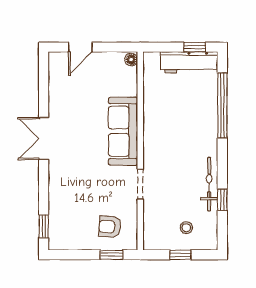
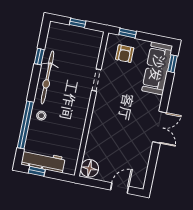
floor lamp: (131, 60) -> (90, 168), width x1.89, depth x1.89
sofa: (123, 131) -> (157, 68), moved, turned 180
bicycle: (209, 184) -> (47, 77), width x1.37, depth x1.40
armchair: (110, 227) -> (125, 54), turned 86
stool: (186, 228) -> (41, 116), moved

